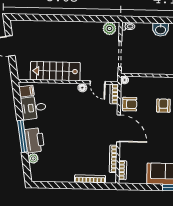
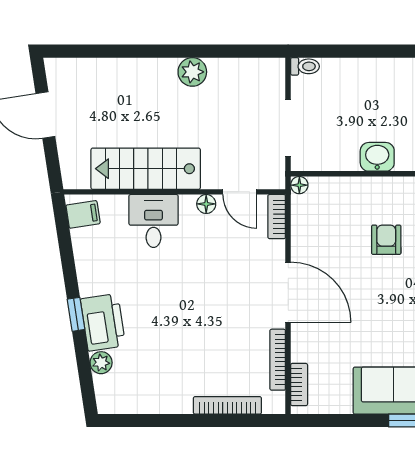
plant: (109, 28) -> (192, 72), moved
washbasin: (161, 30) -> (377, 157), moved, turned 180
armchair: (130, 104) -> (312, 238), removed
desk: (34, 108) -> (153, 221), moved, turned 99
window: (22, 136) -> (76, 314), width x0.46

